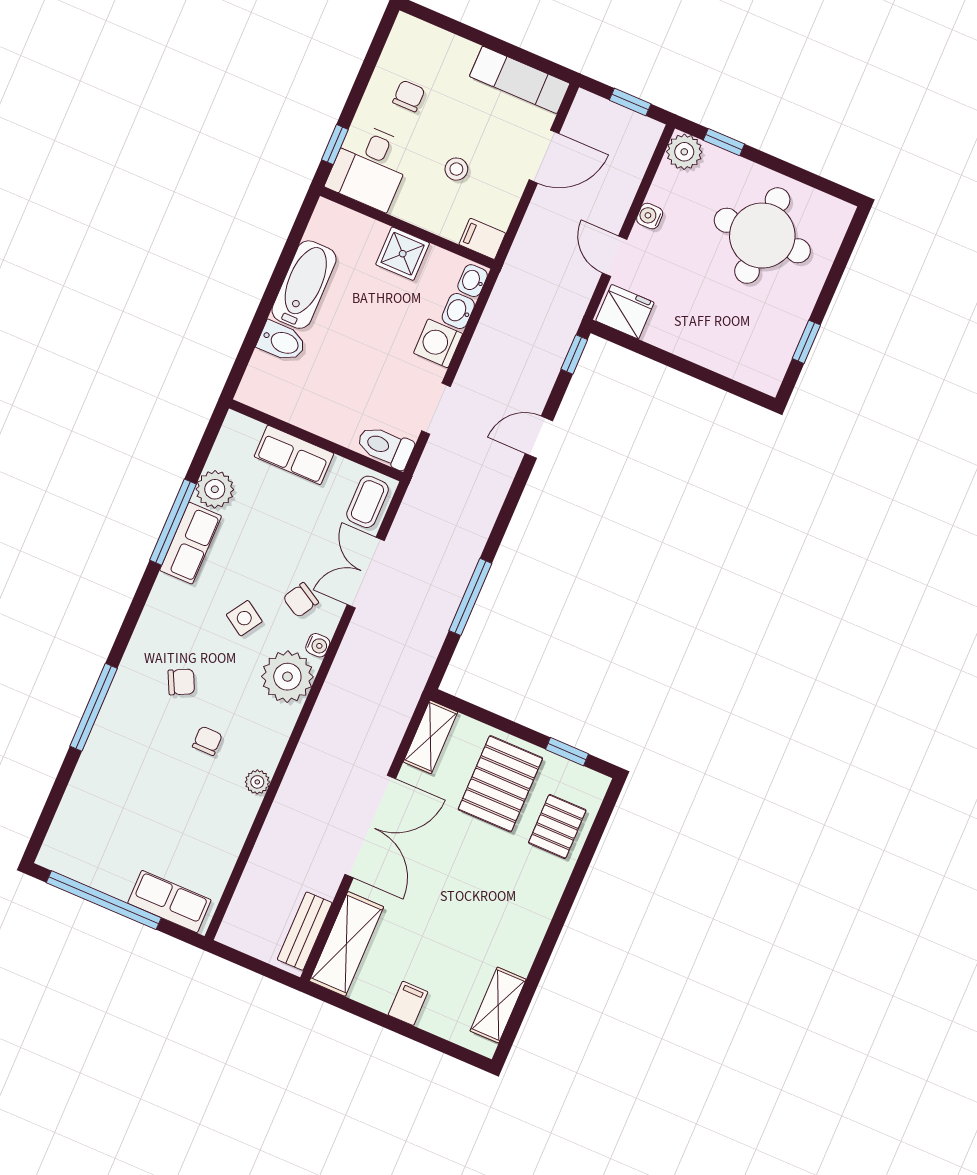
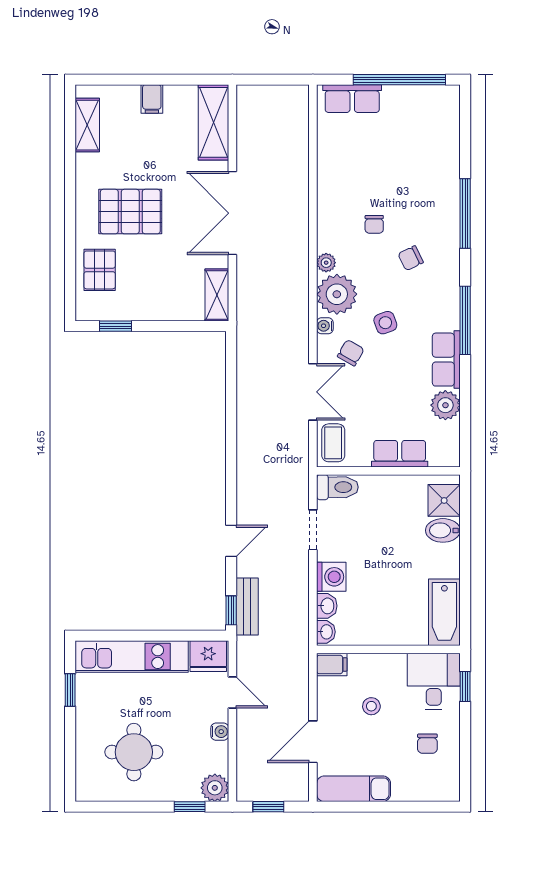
round table: (762, 236) -> (134, 752), width x0.73, depth x0.73
shower: (403, 254) -> (444, 500), moved
bathtub: (304, 285) -> (444, 612), moved
kitchen unit: (716, 350) -> (132, 657), added
window: (173, 522) -> (465, 320), moved
window: (470, 597) -> (231, 407), removed
side table: (244, 618) -> (385, 323), turned 37
plant: (257, 782) -> (326, 263), moved
pallet: (500, 784) -> (130, 212), moved, turned 90
bench: (305, 931) -> (247, 606), moved

